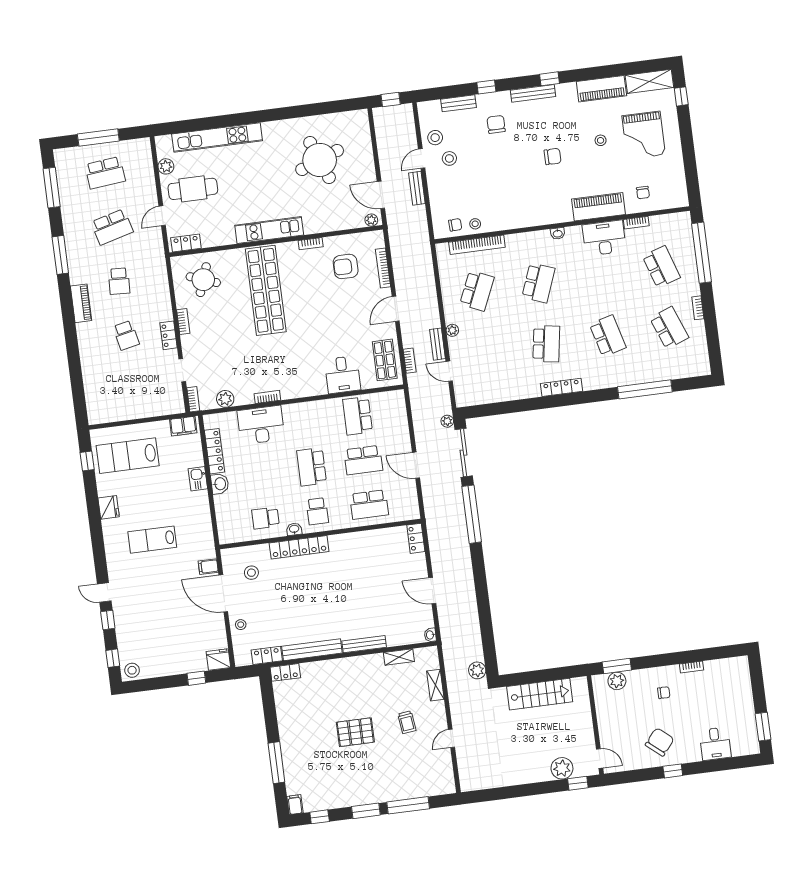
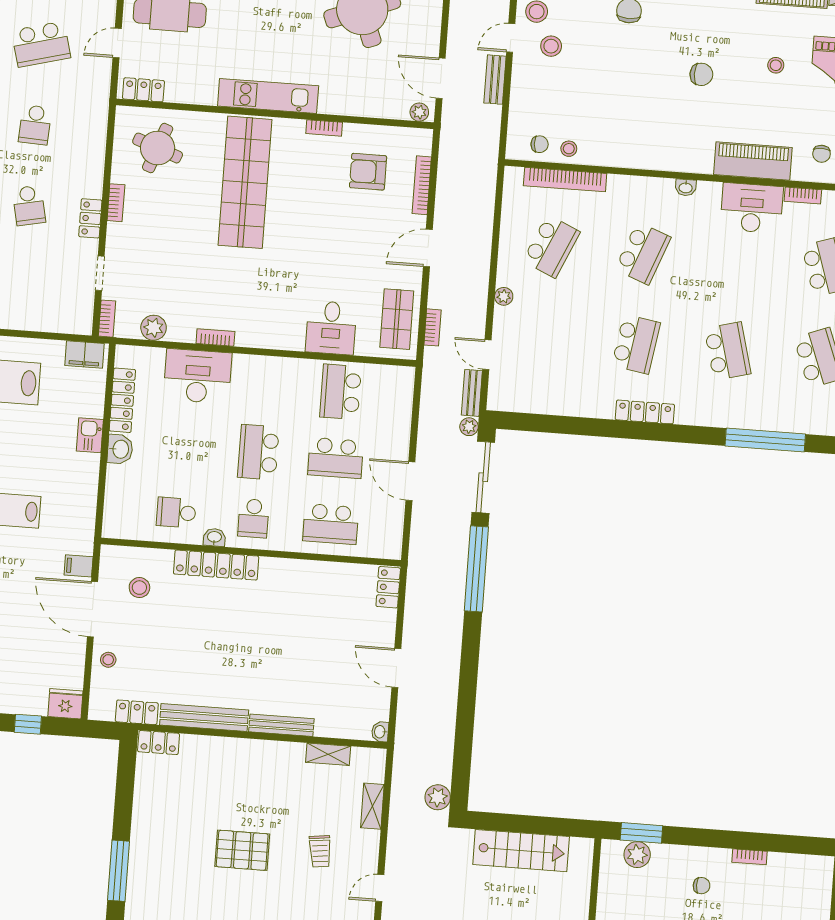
bench: (437, 344) -> (472, 393), moved

